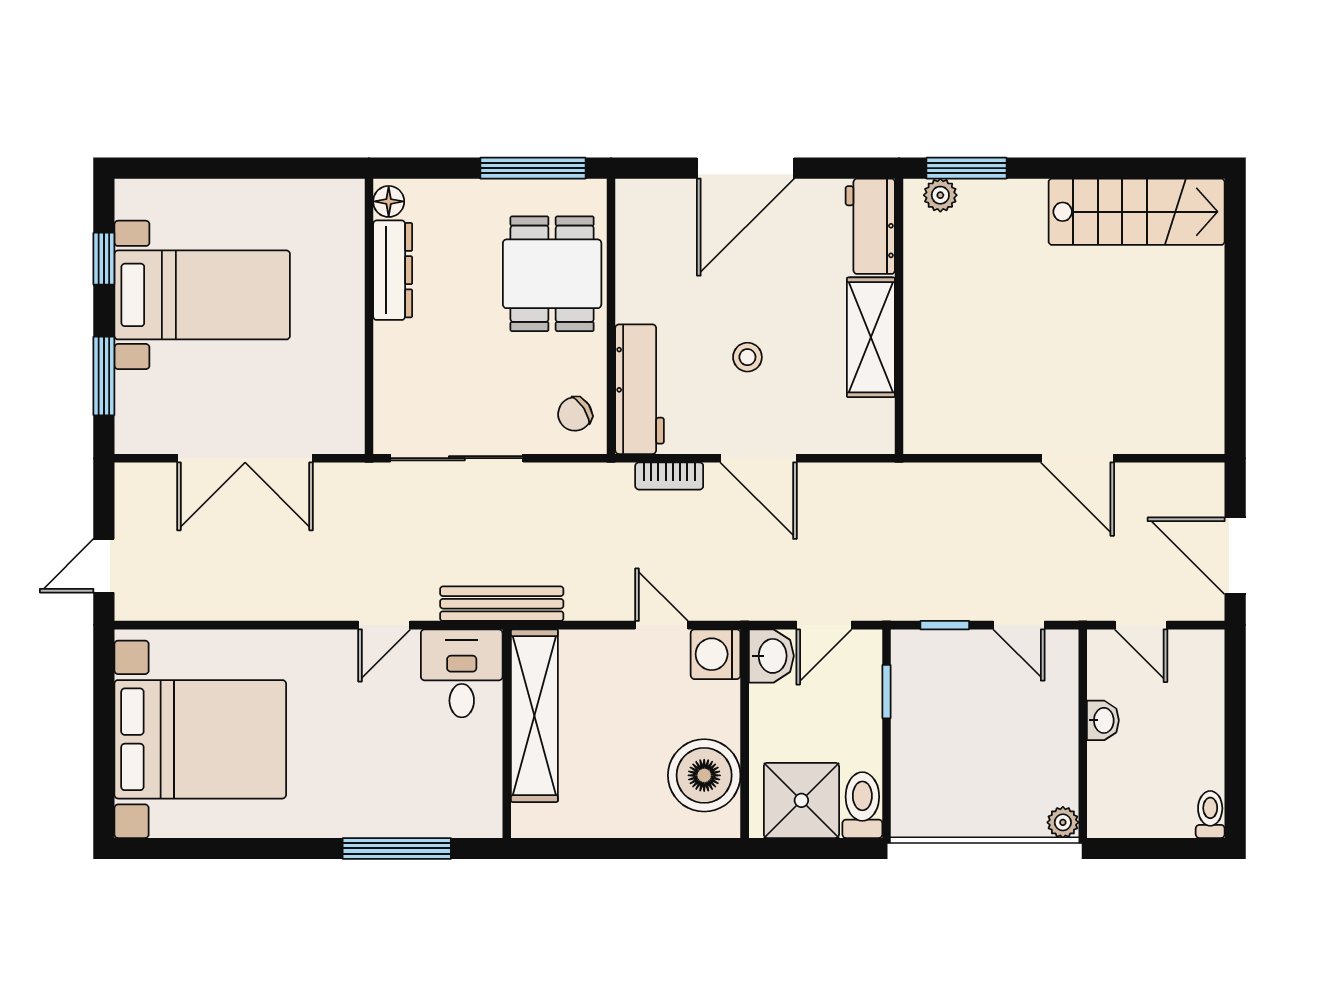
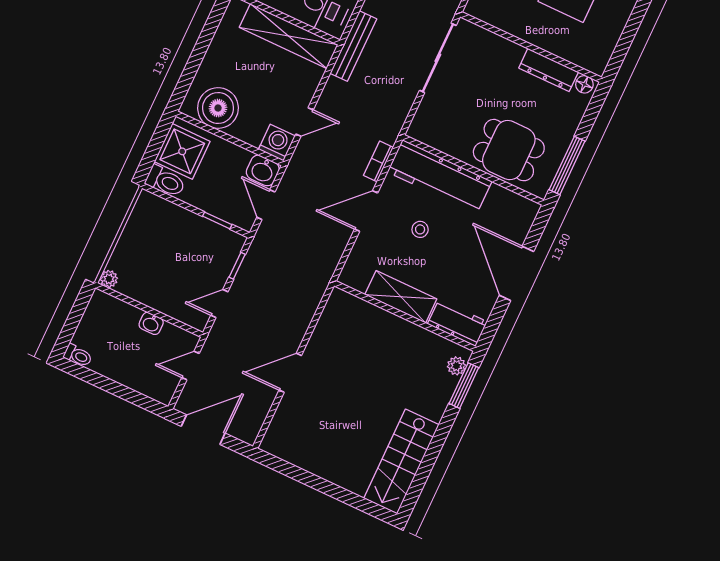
workbench: (640, 389) -> (440, 177), width x1.36, depth x1.32
chair: (575, 414) -> (432, 128), removed

